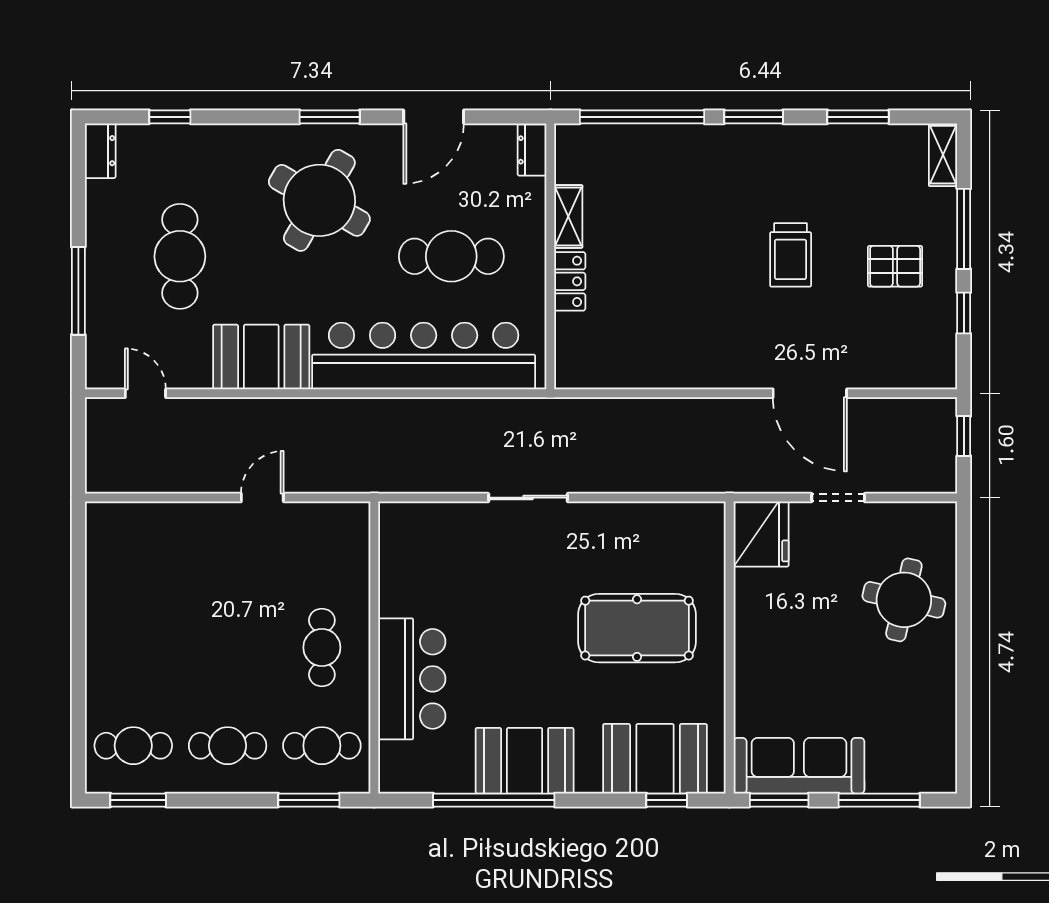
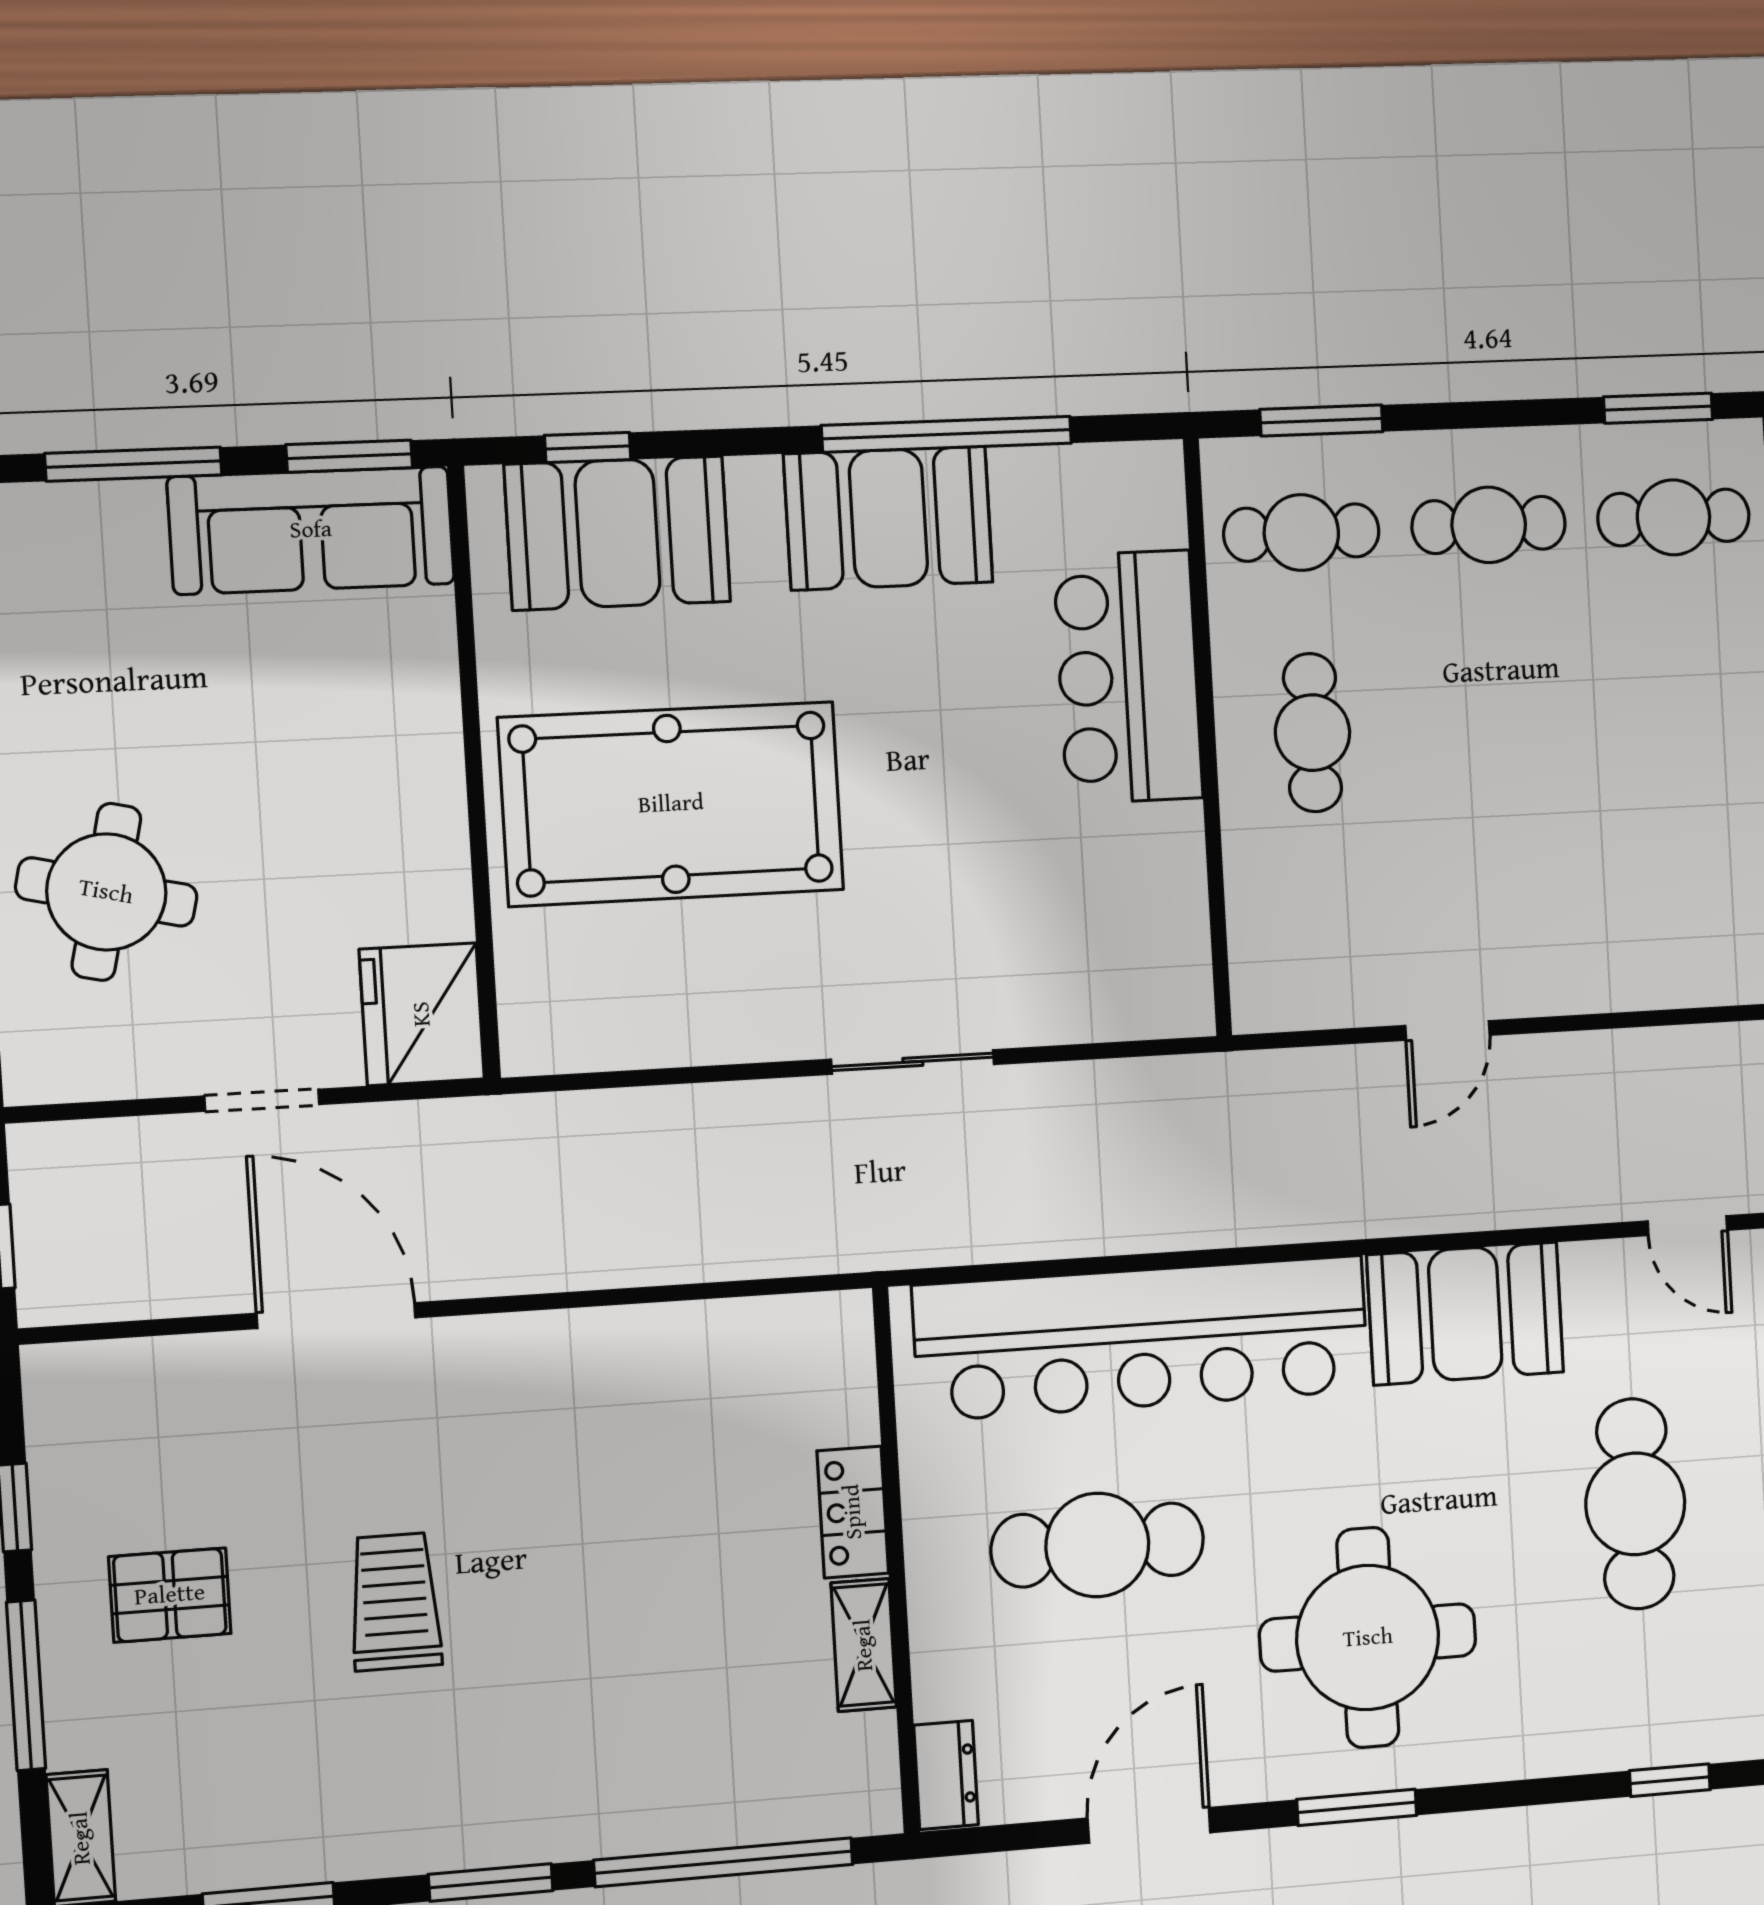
round table: (319, 200) -> (1368, 1638), turned -30
pool table: (637, 628) -> (671, 804), width x1.36, depth x1.32

